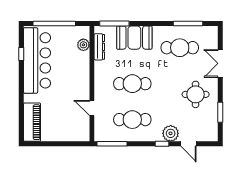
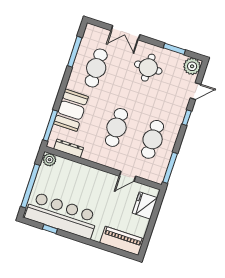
plant: (83, 45) -> (49, 160), moved
fridge: (71, 132) -> (145, 205), added
plant: (171, 133) -> (192, 66), moved

